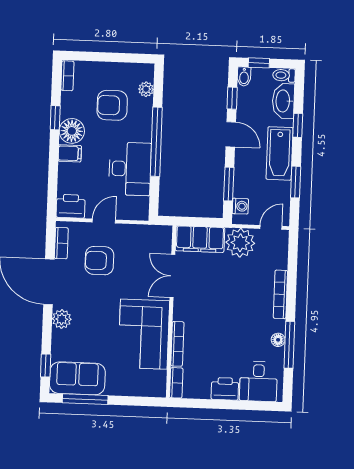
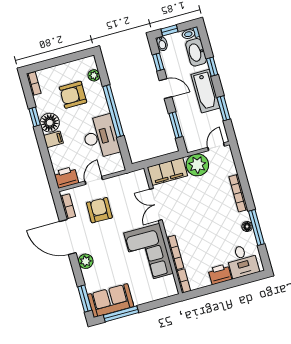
washing machine: (240, 206) -> (189, 138), removed
armchair: (99, 261) -> (99, 210), turned 91
window: (46, 365) -> (85, 298), width x1.50

